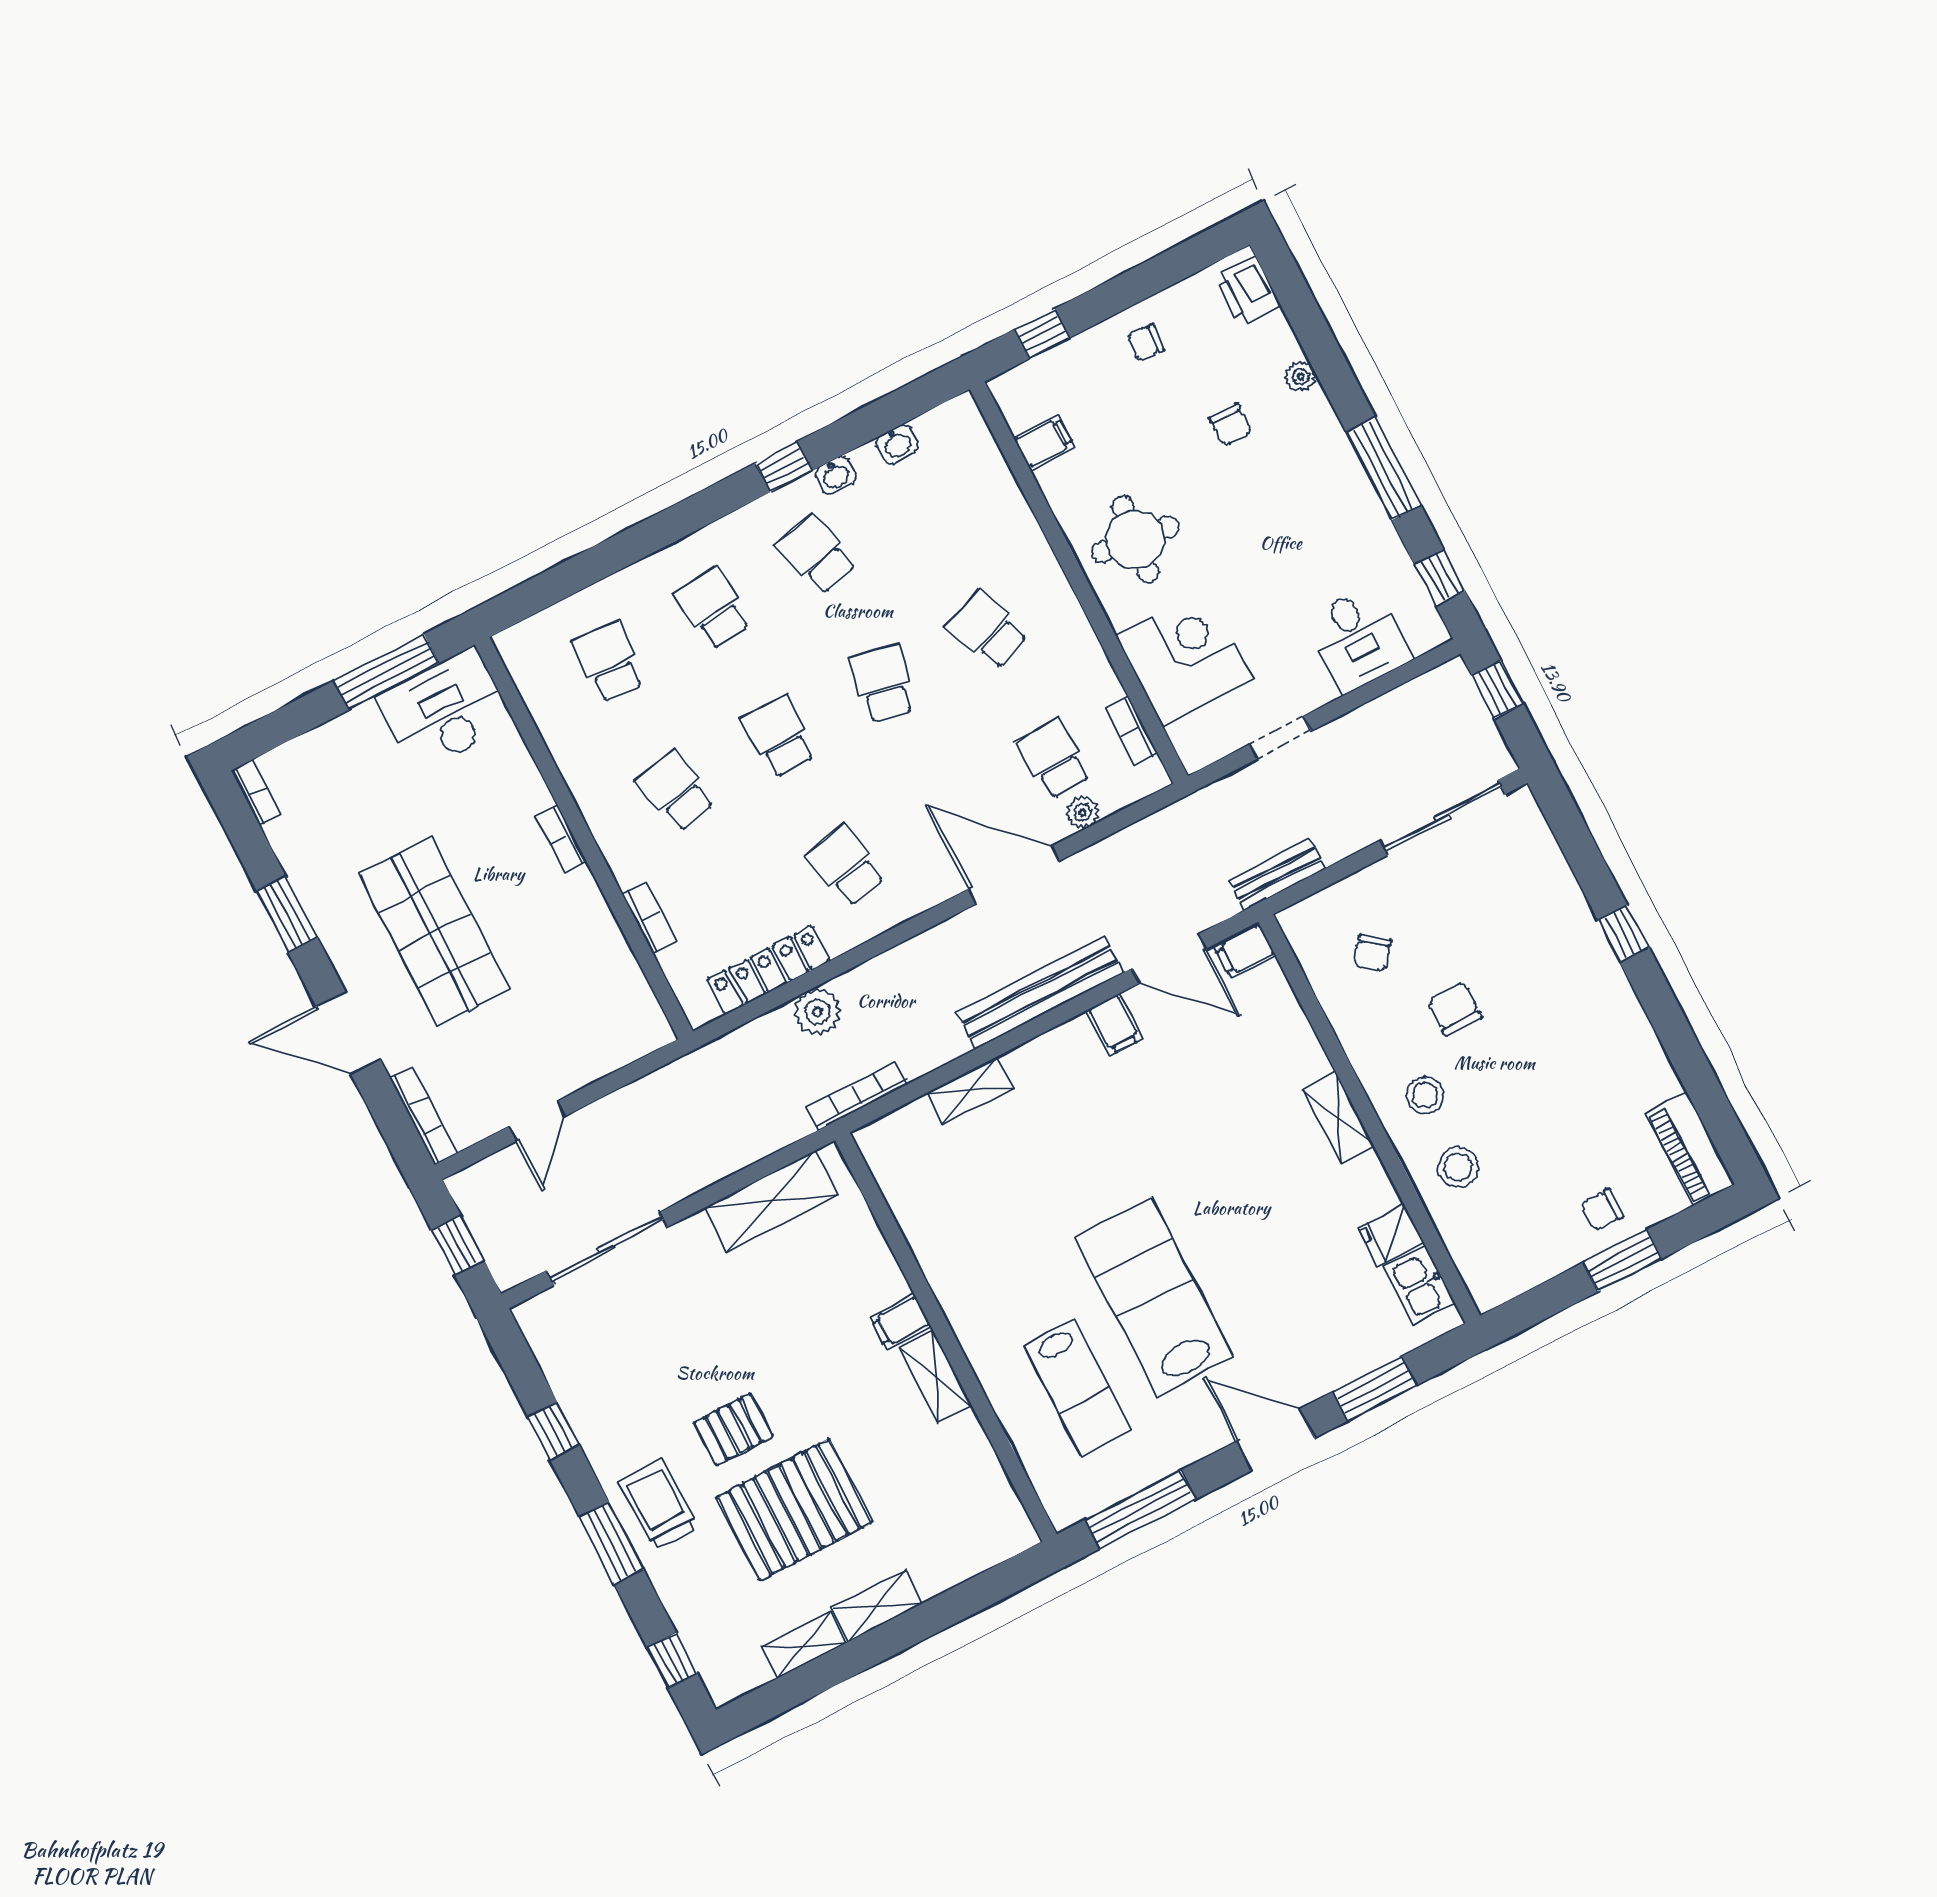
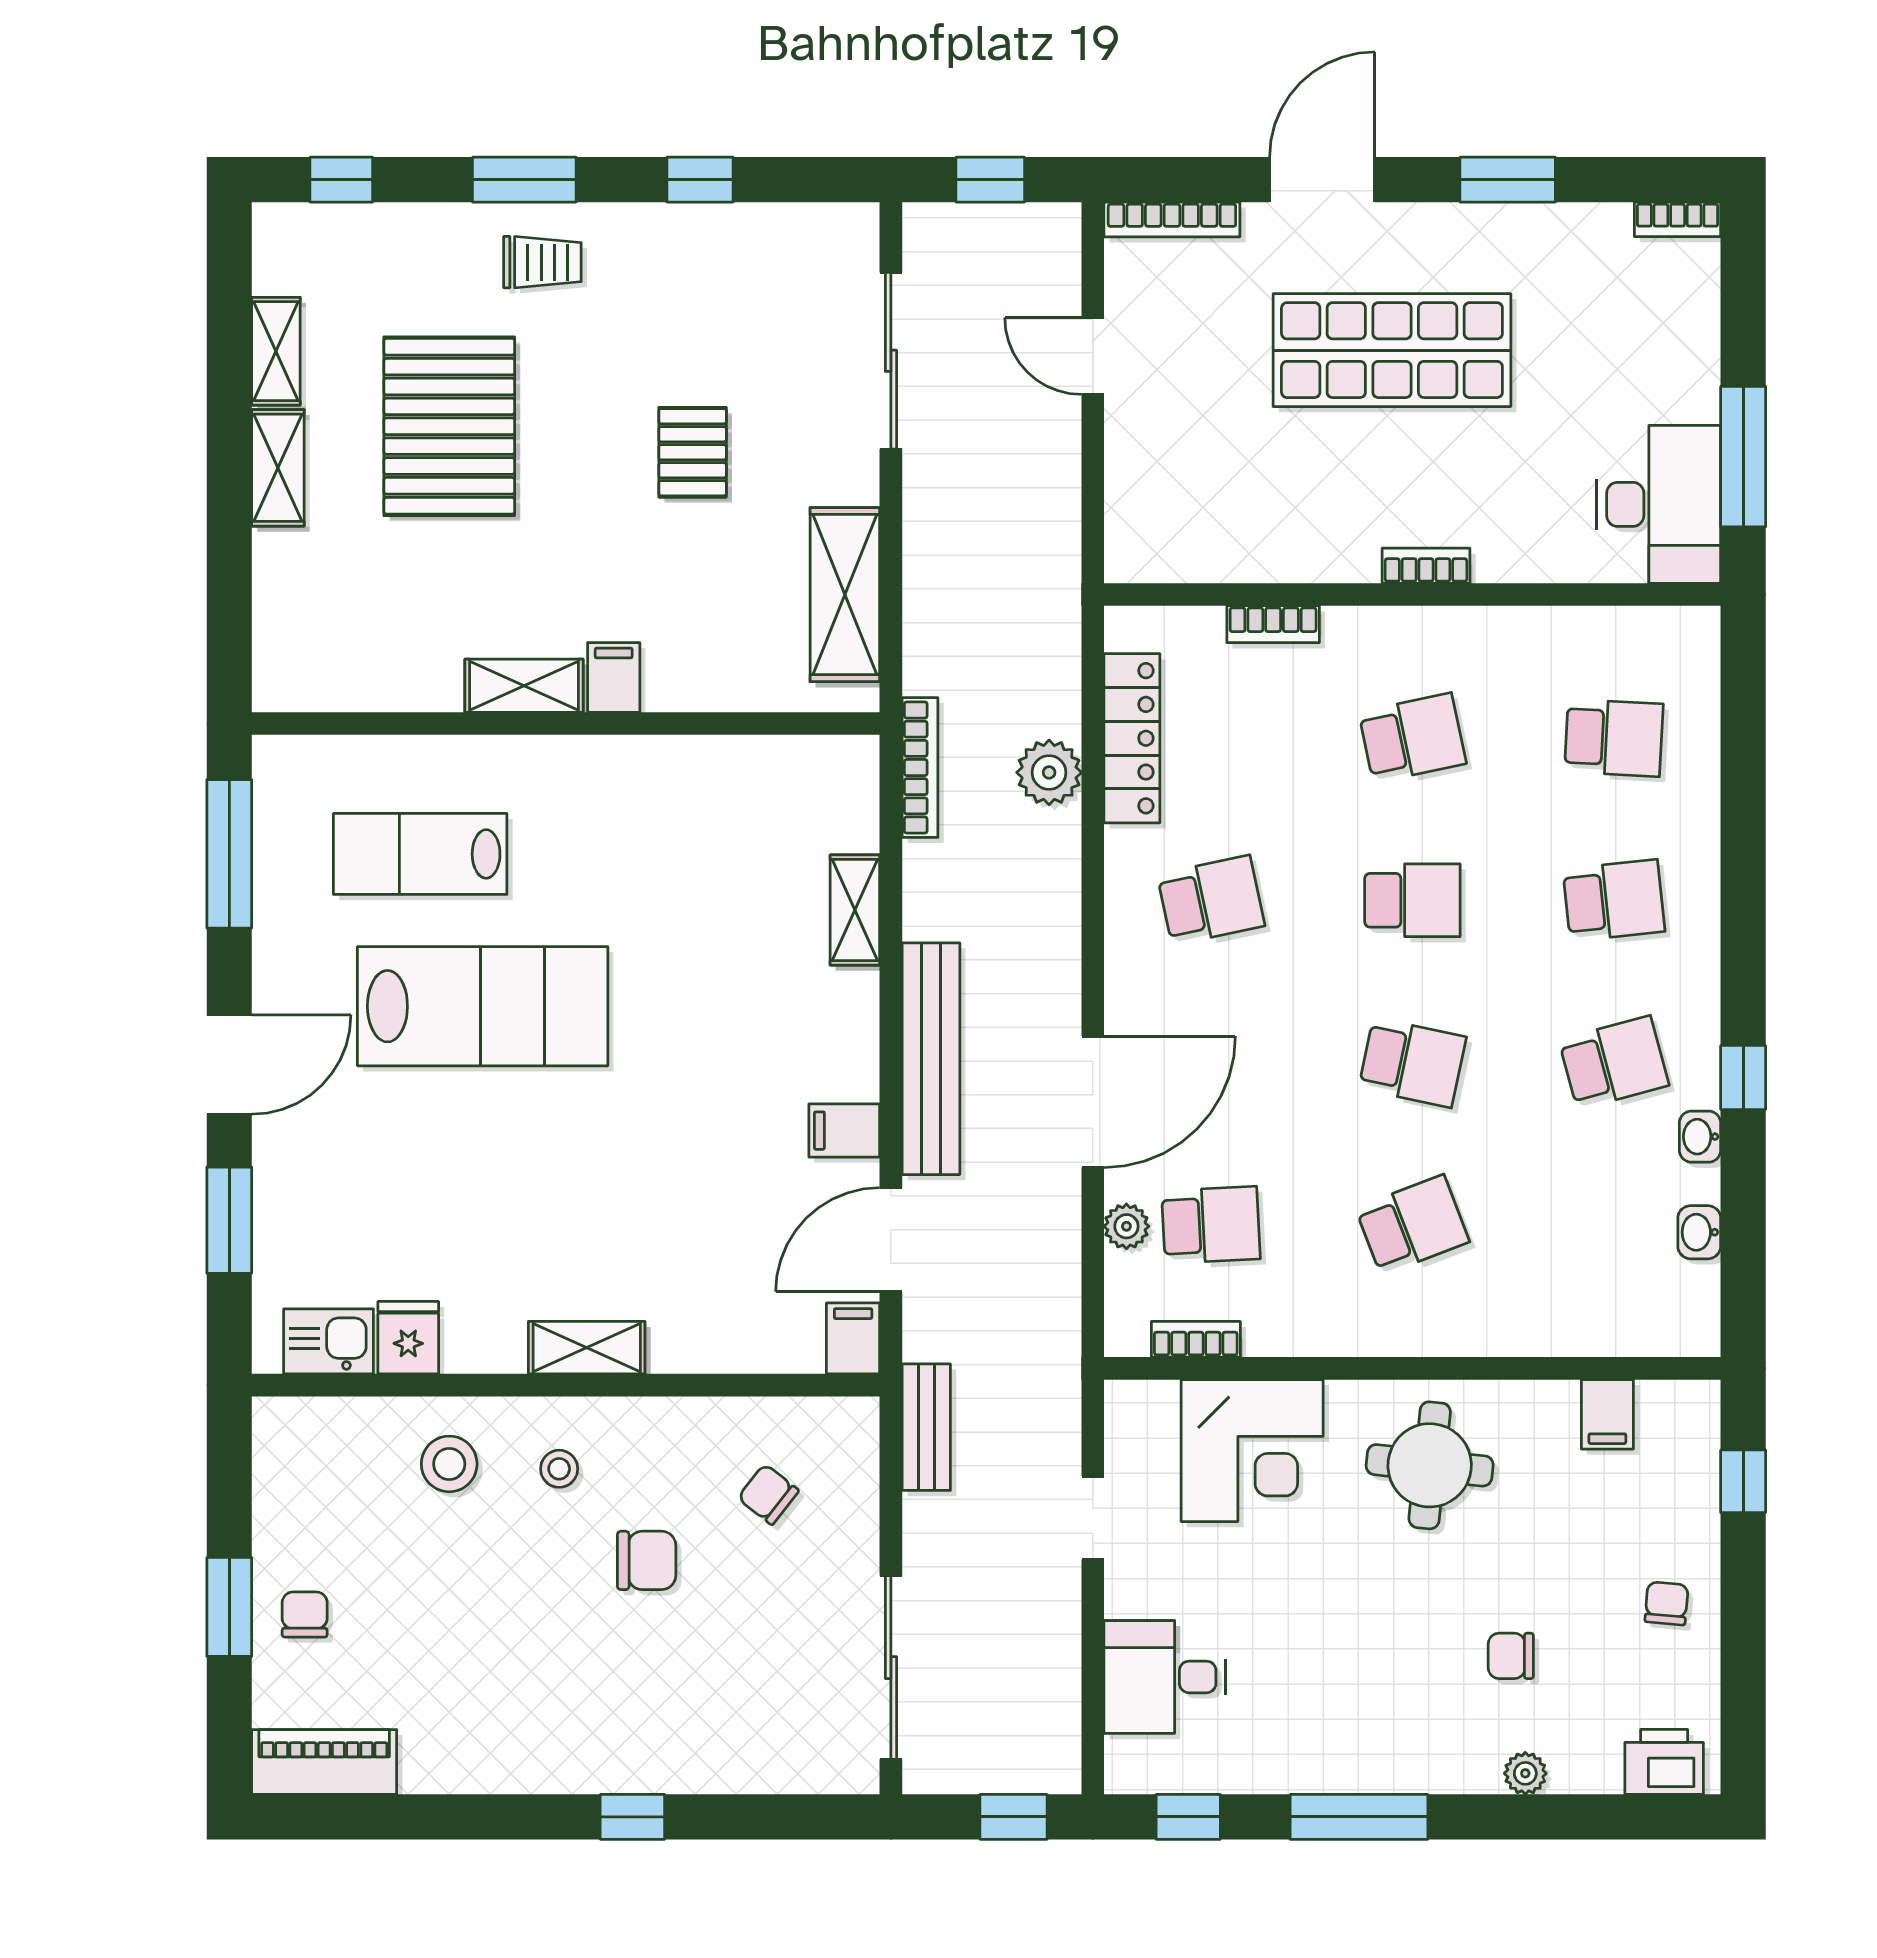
stool: (1425, 1095) -> (559, 1469), width x0.73, depth x0.73
pallet: (734, 1429) -> (693, 452), moved
trolley: (658, 1504) -> (542, 262), width x0.73, depth x0.72

